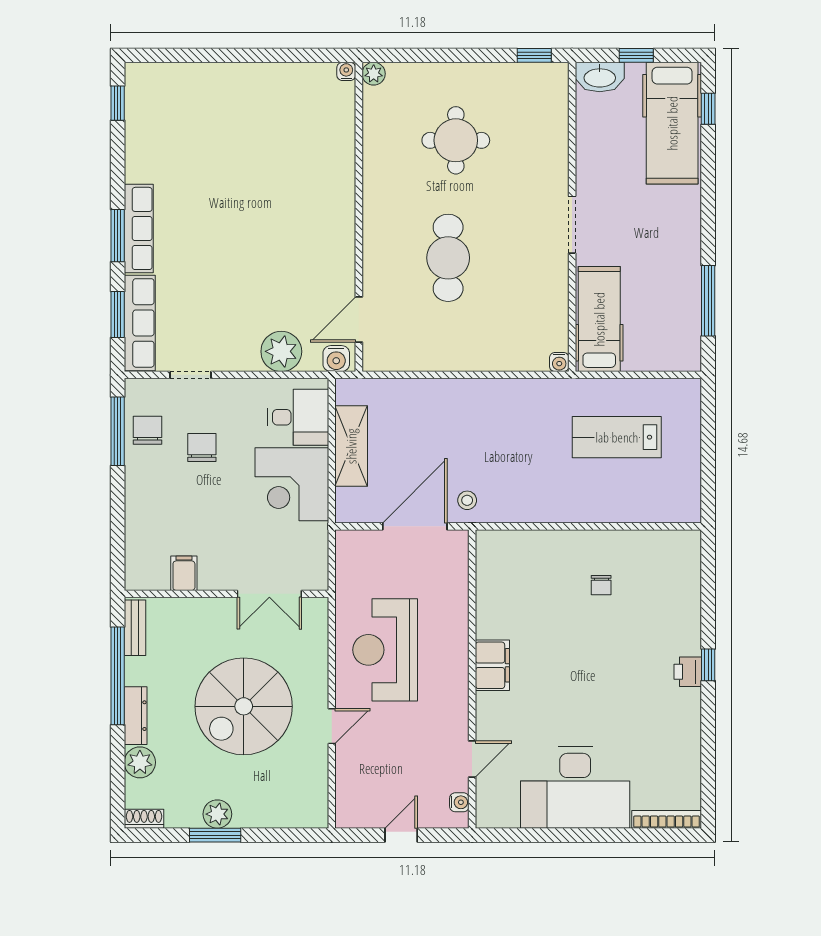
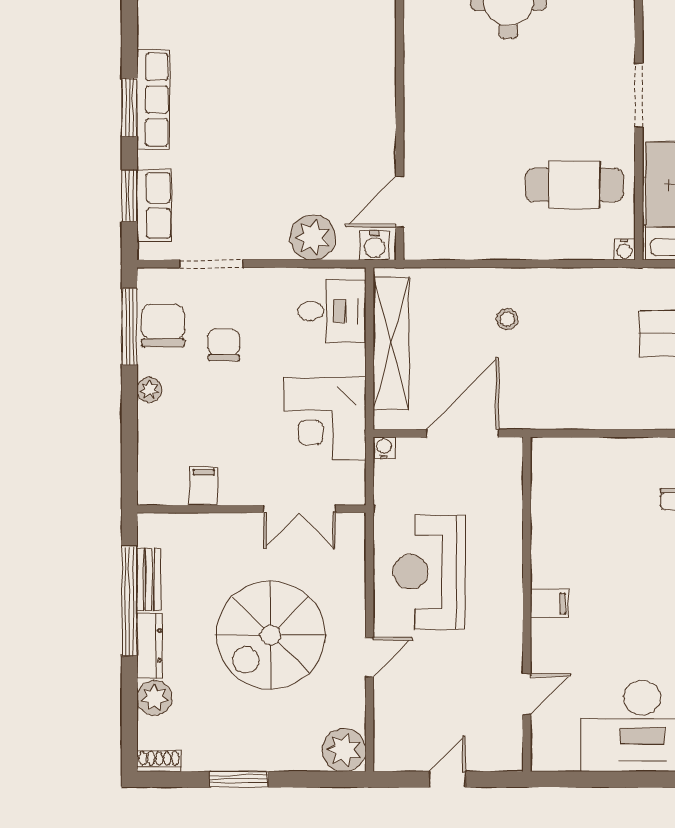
cafe table: (448, 258) -> (574, 185), moved, turned 90
row of seats: (140, 323) -> (154, 205), width x0.68
doorway: (190, 375) -> (211, 264), width x1.38
chair: (148, 430) -> (163, 326), width x1.37, depth x1.37
shelving: (351, 446) -> (391, 343), width x1.47
corner desk: (292, 484) -> (325, 419), moved
plant: (135, 487) -> (149, 390), added
stool: (467, 500) -> (507, 319), moved
bench: (135, 628) -> (149, 579), moved
filing cabinet: (492, 665) -> (549, 603), width x0.50
water cooler: (459, 802) -> (384, 448), moved, turned -90
plant: (217, 814) -> (344, 750), moved, width x1.36, depth x1.36

